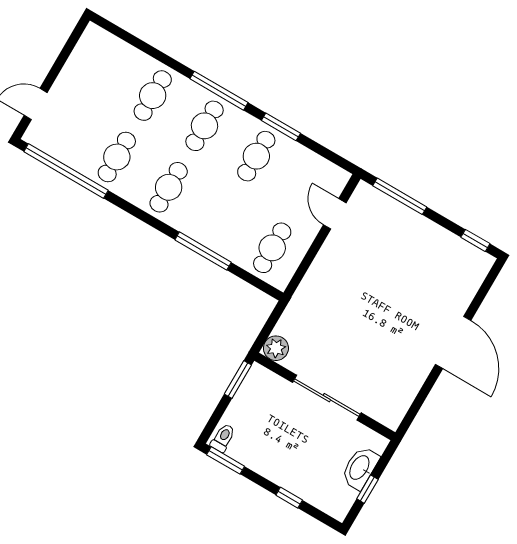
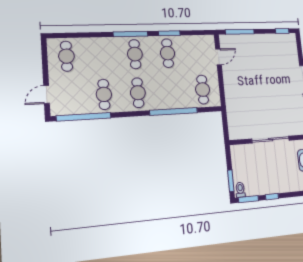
cafe table: (153, 96) -> (66, 56), moved
door: (335, 214) -> (219, 57), swing flipped
window: (203, 251) -> (174, 111), width x1.46
plant: (276, 348) -> (235, 133), removed
window: (238, 380) -> (231, 181), moved
window: (289, 498) -> (272, 197), moved

